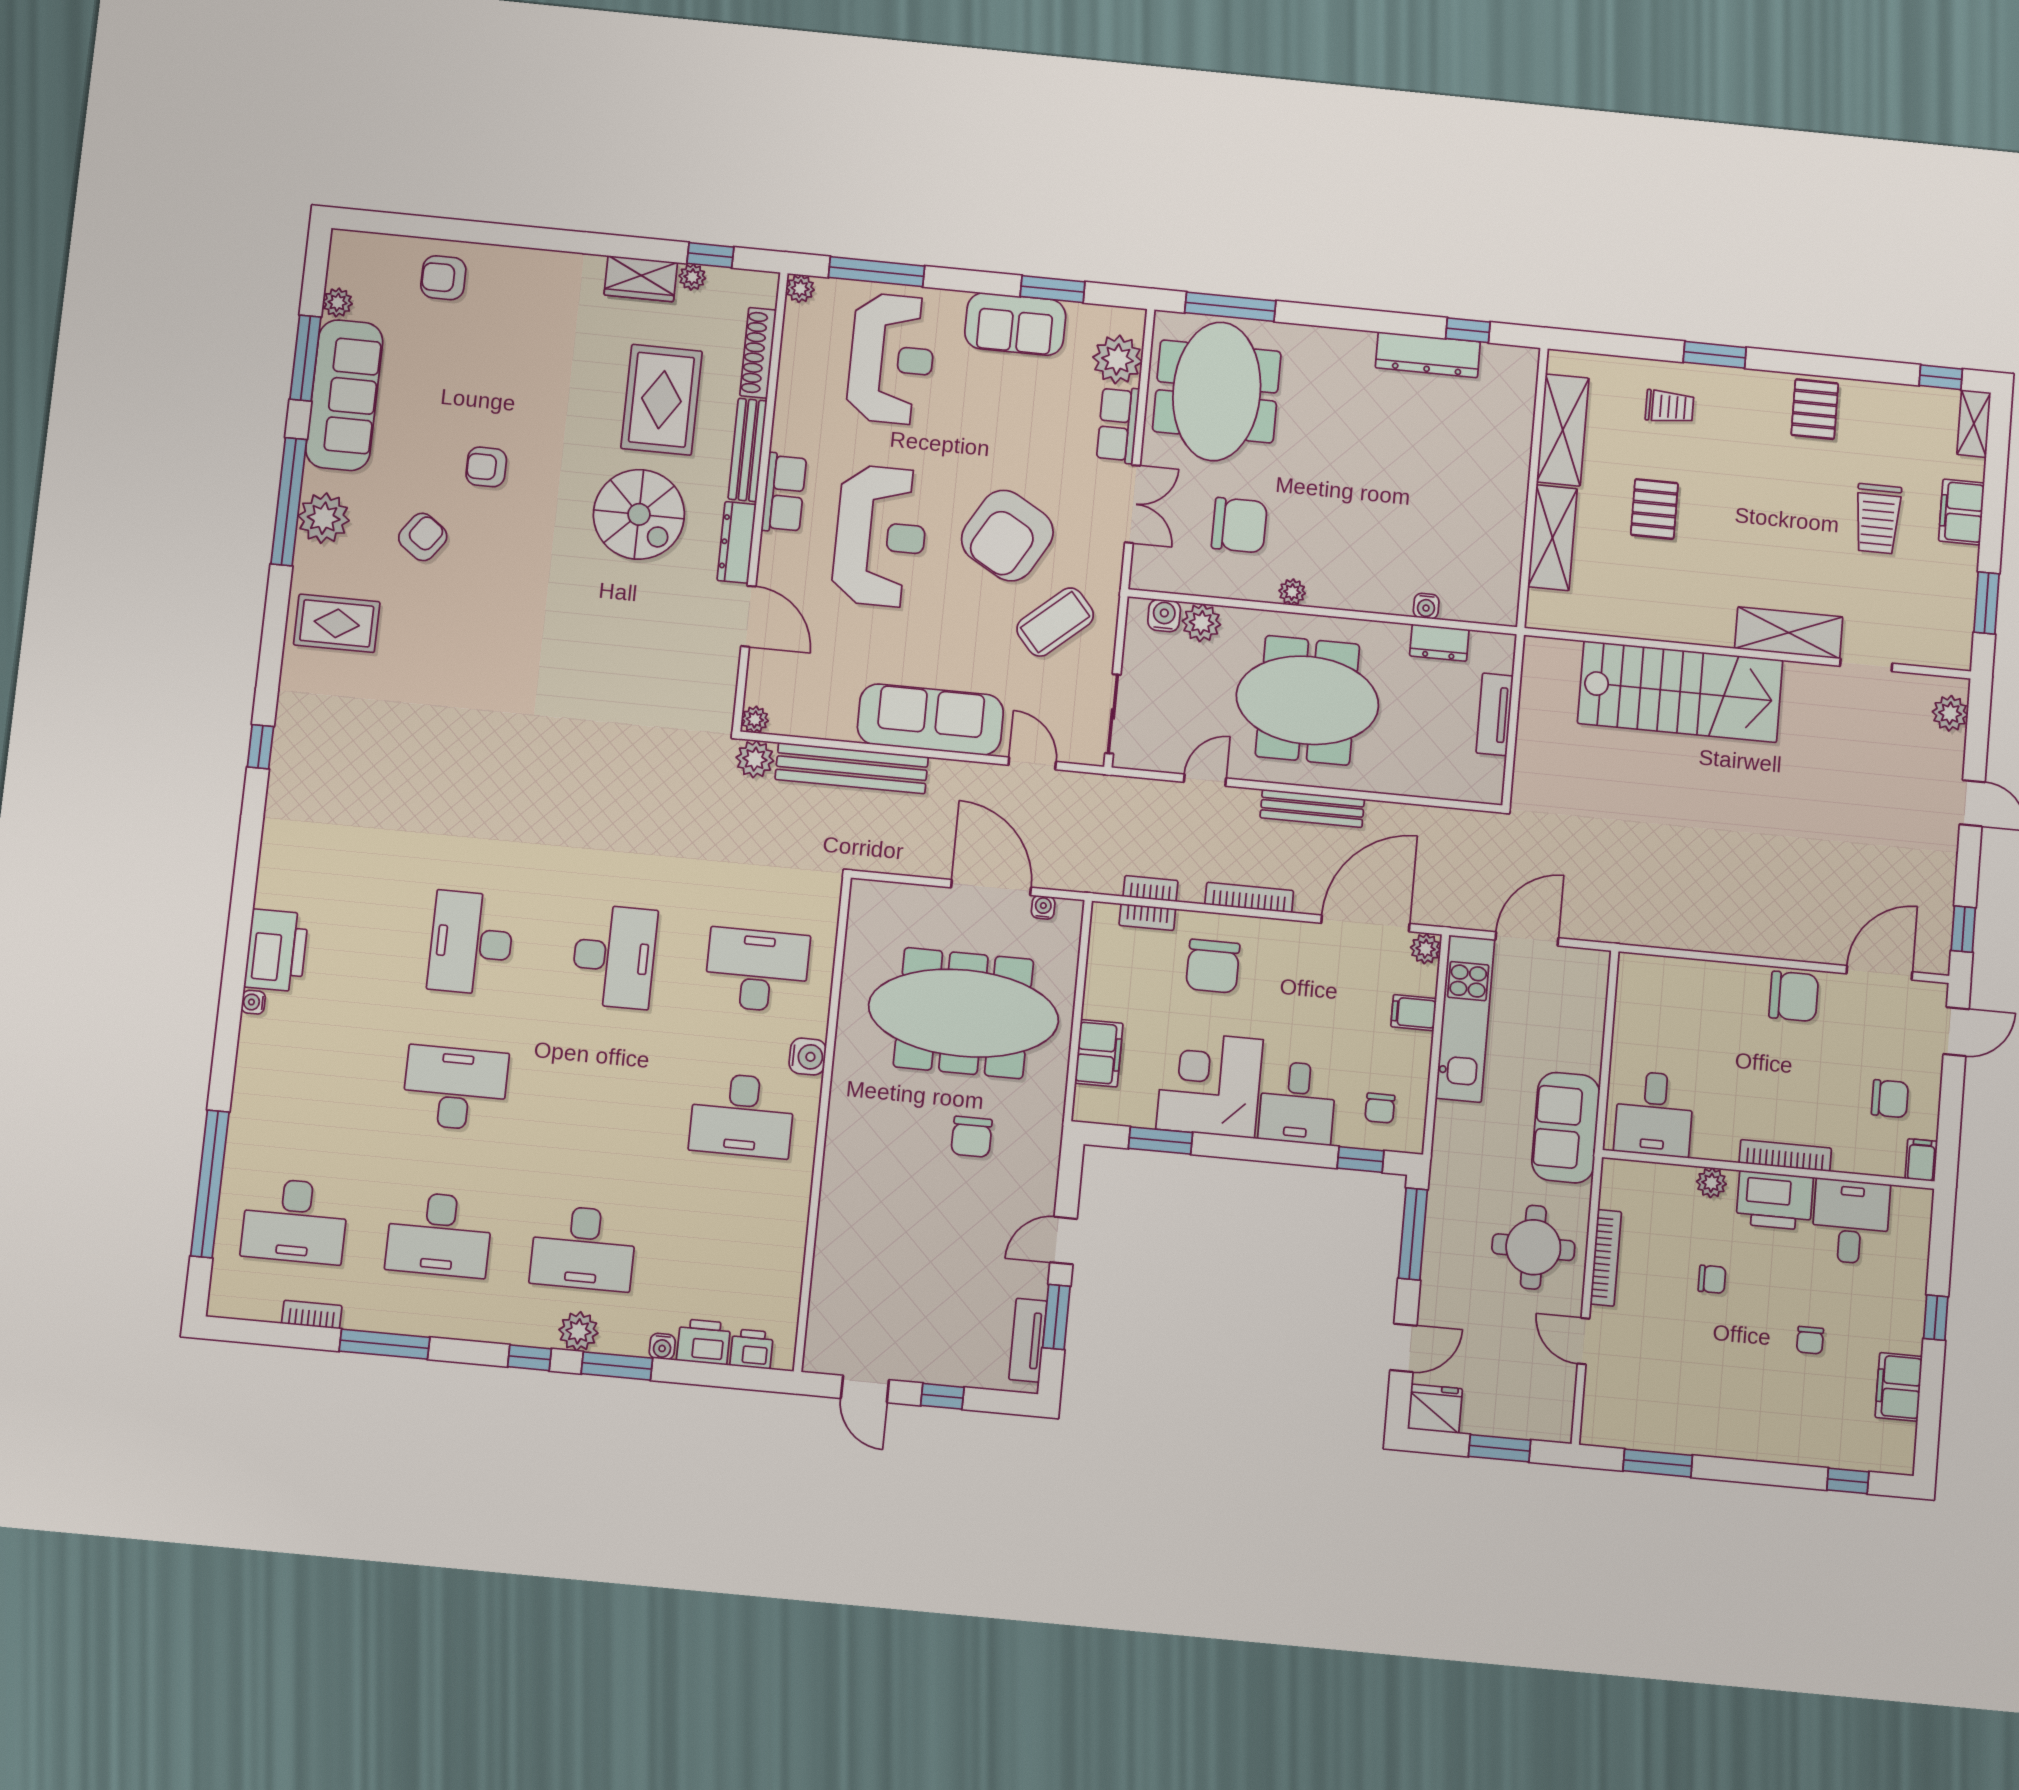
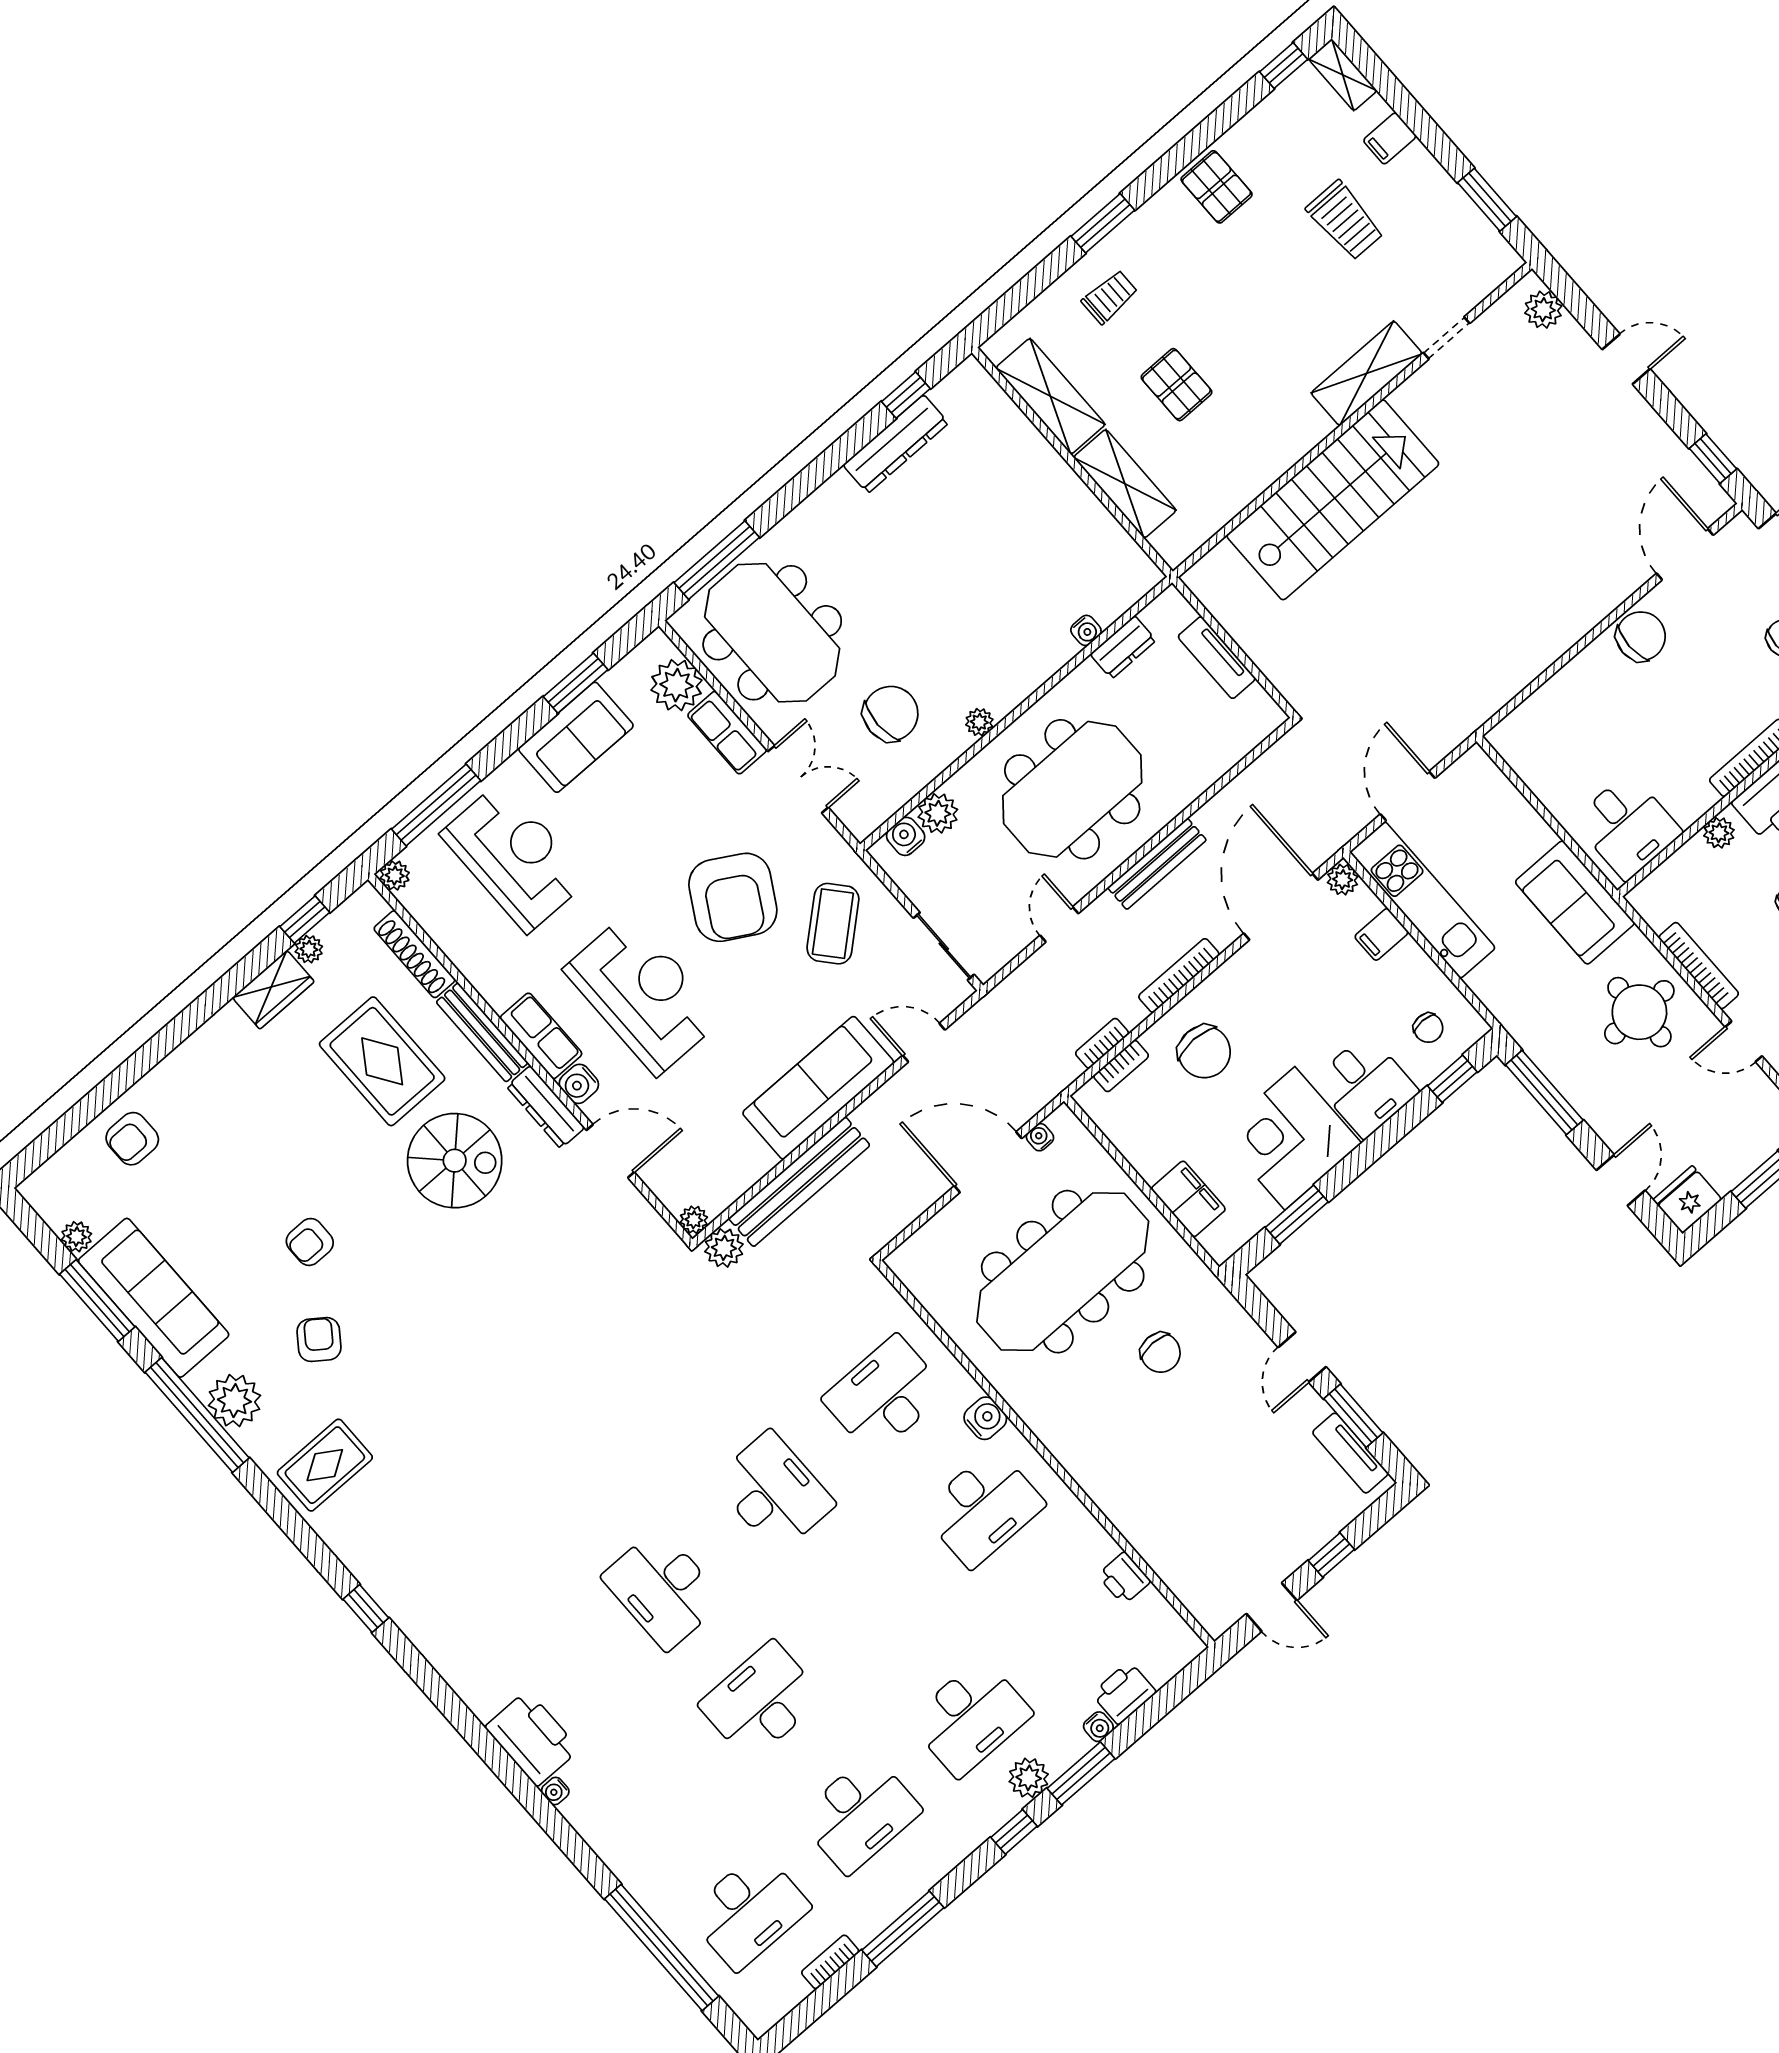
filing cabinet: (1962, 512) -> (1390, 138), width x0.50
water cooler: (775, 550) -> (579, 1084), added
printer: (752, 1349) -> (1124, 1578), moved, turned -90

